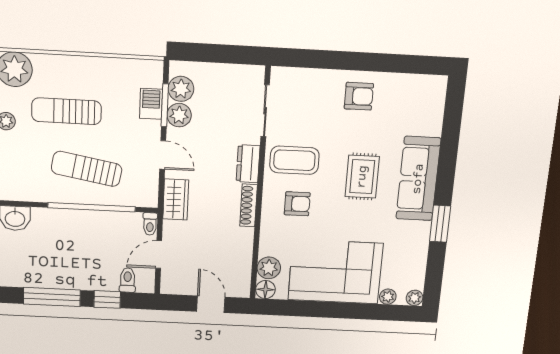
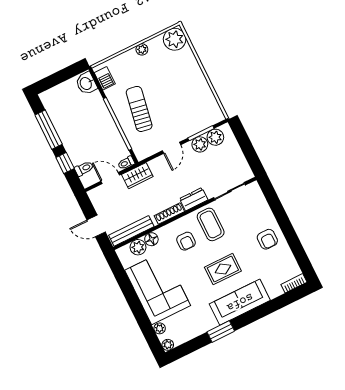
bookcase: (439, 94) -> (294, 283), added
barbecue: (151, 104) -> (105, 78), moved, turned 90
sun lounger: (66, 111) -> (167, 80), removed
wardrobe: (176, 200) -> (137, 176), moved
bench: (243, 265) -> (131, 231), added
floor lamp: (265, 290) -> (151, 239), moved
door: (211, 304) -> (96, 226), swing flipped

